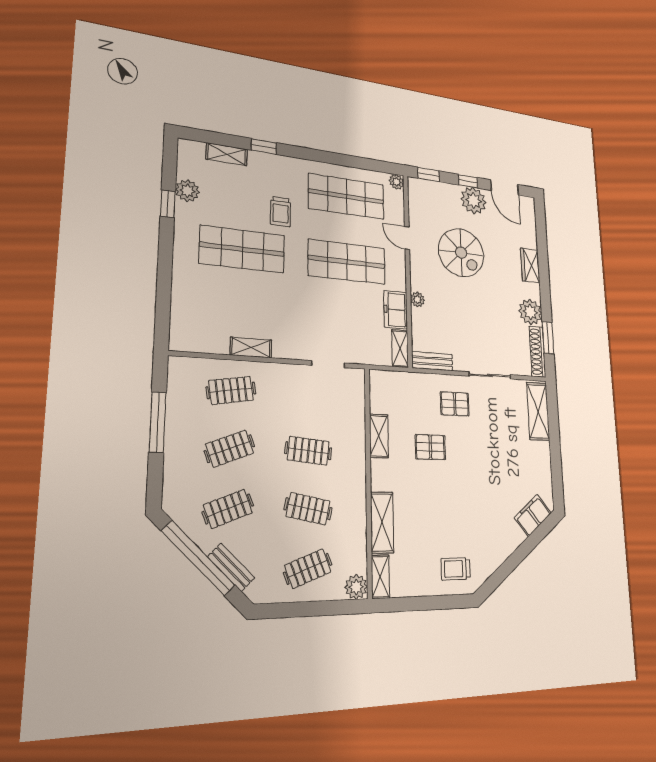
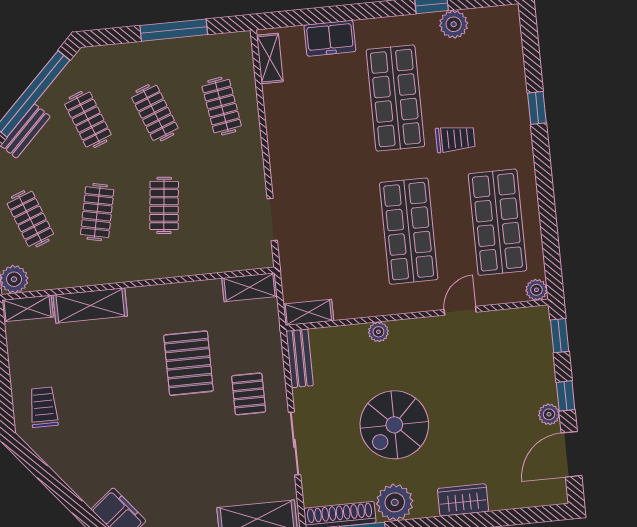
shelving: (227, 154) -> (513, 64), removed
plant: (473, 201) -> (549, 414), width x0.53, depth x0.53
trolley: (281, 211) -> (455, 139), turned 180
spiral stairs: (461, 253) -> (394, 425), moved
freezer: (396, 310) -> (330, 38), moved, turned 180
shelving: (251, 348) -> (270, 58), moved
shelving: (379, 436) -> (250, 287), moved
pallet: (430, 447) -> (188, 363), width x1.50, depth x1.42

